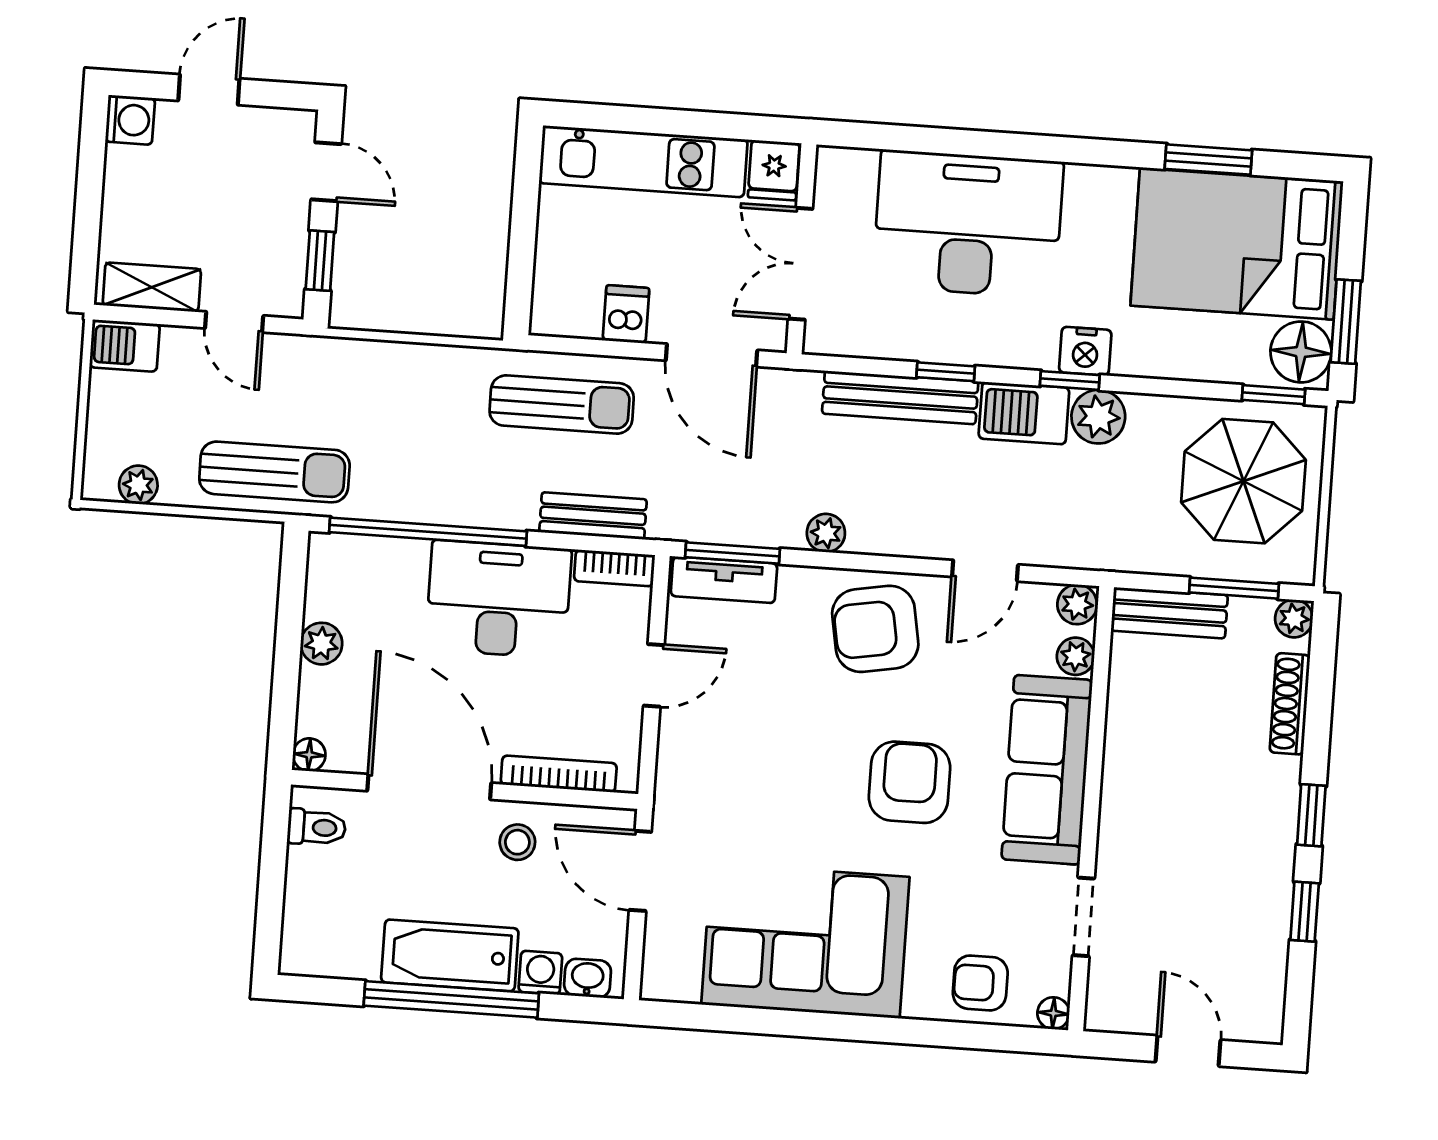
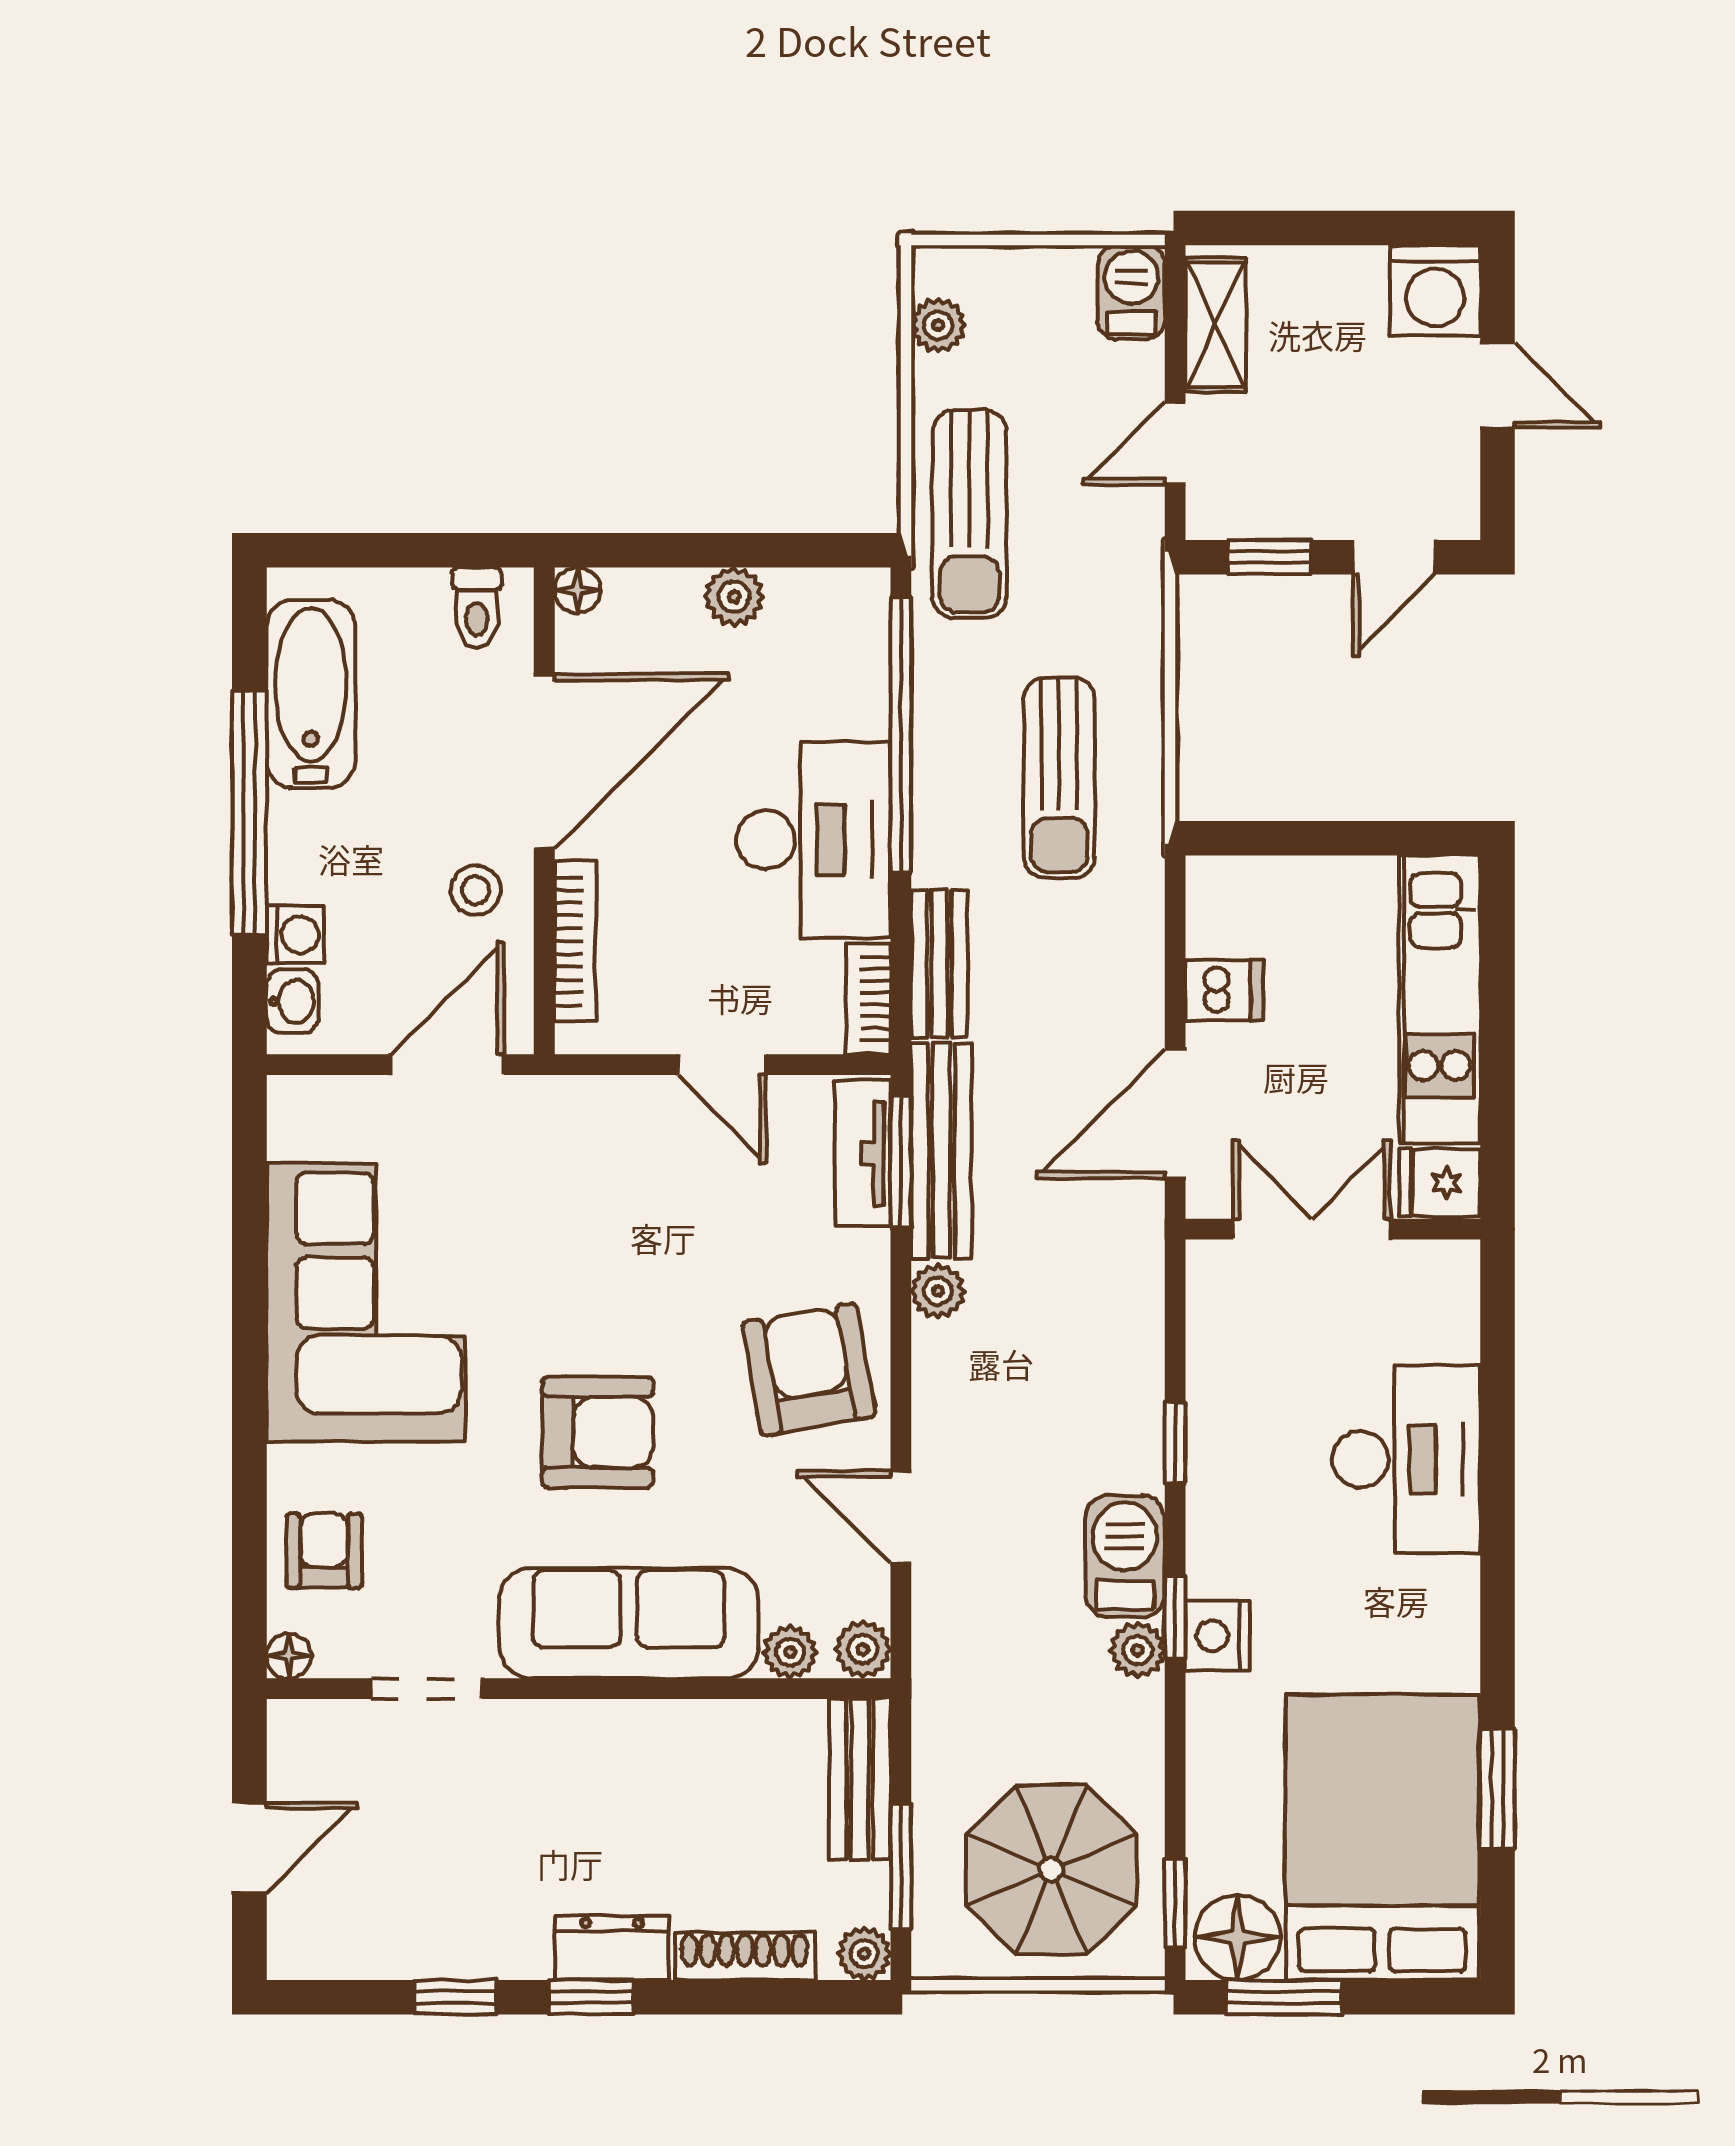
washing machine: (130, 120) -> (1435, 290), width x1.38, depth x1.38
desk: (968, 224) -> (1406, 1459), width x0.73, depth x0.77
bench: (900, 398) -> (941, 1151), moved
sun lounger: (562, 404) -> (1059, 778), moved
plant: (1098, 417) -> (1137, 1650), width x0.73, depth x0.73
dresser: (1277, 798) -> (612, 1948), added
bathtub: (450, 955) -> (311, 694), moved

